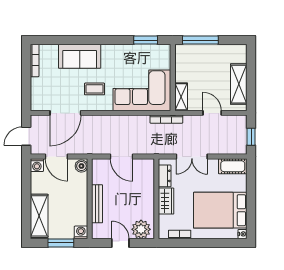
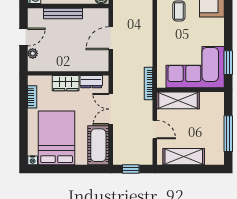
window: (200, 40) -> (228, 134), moved
corner sofa: (142, 90) -> (195, 67), moved, turned -90
shelving: (181, 97) -> (178, 100), width x1.50, depth x1.33
door: (212, 113) -> (155, 130), hinge flipped
cot: (233, 166) -> (98, 145), width x1.37, depth x1.34
plant: (141, 229) -> (33, 53), width x0.53, depth x0.53

